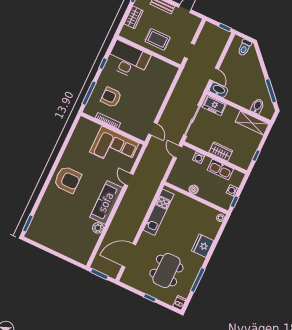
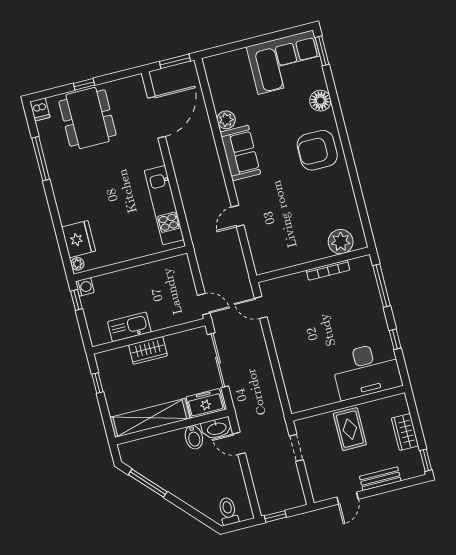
rug: (158, 39) -> (350, 429), turned 90
armchair: (111, 97) -> (349, 304), removed
bidet: (257, 106) -> (194, 437), moved
shelving: (252, 123) -> (150, 418), width x1.47
plant: (91, 129) -> (341, 242), added
corner sofa: (114, 148) -> (286, 62), moved, turned 180
washing machine: (199, 158) -> (170, 319), removed
door: (129, 179) -> (238, 216), swing flipped
boiler: (194, 190) -> (143, 272), removed
washing machine: (232, 191) -> (85, 287), moved
floor lamp: (47, 201) -> (320, 101), added
sofa: (106, 202) -> (240, 153), width x0.73
fridge: (203, 246) -> (79, 239), moved
dining table: (166, 271) -> (88, 118), moved

